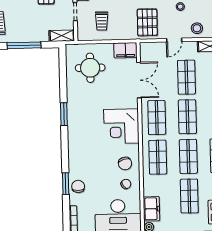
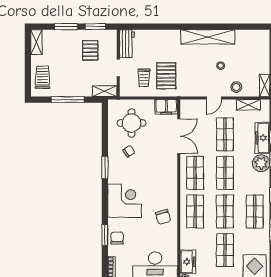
pallet: (147, 22) -> (166, 76), moved
corner desk: (121, 126) -> (125, 201), moved, turned 180
chair: (126, 184) -> (129, 151), moved

